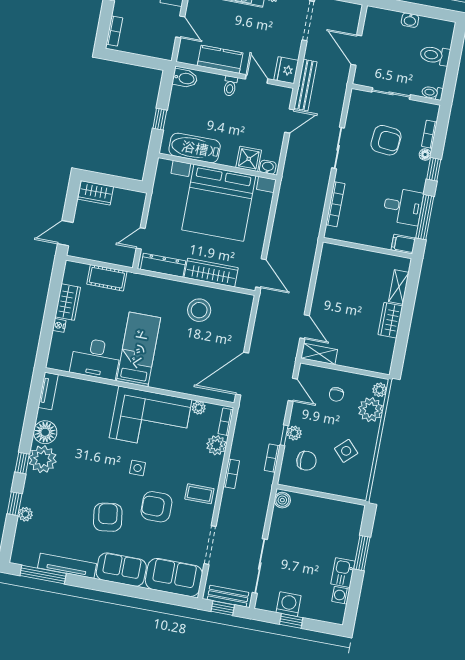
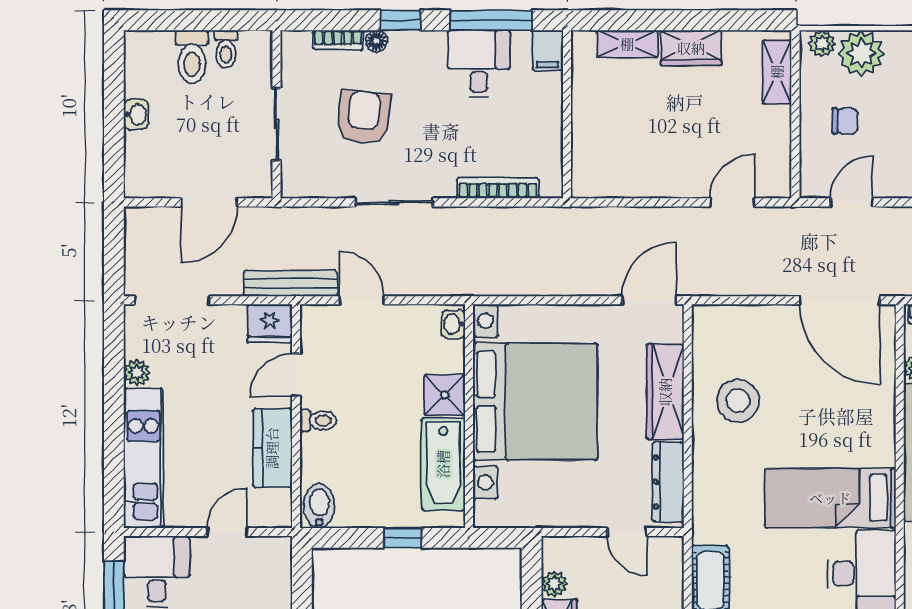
toilet: (432, 93) -> (226, 49), moved
shower: (249, 159) -> (445, 395), moved
plant: (120, 195) -> (554, 584), added
shelving: (319, 354) -> (777, 72), moved

